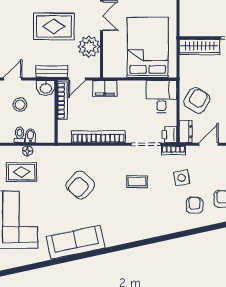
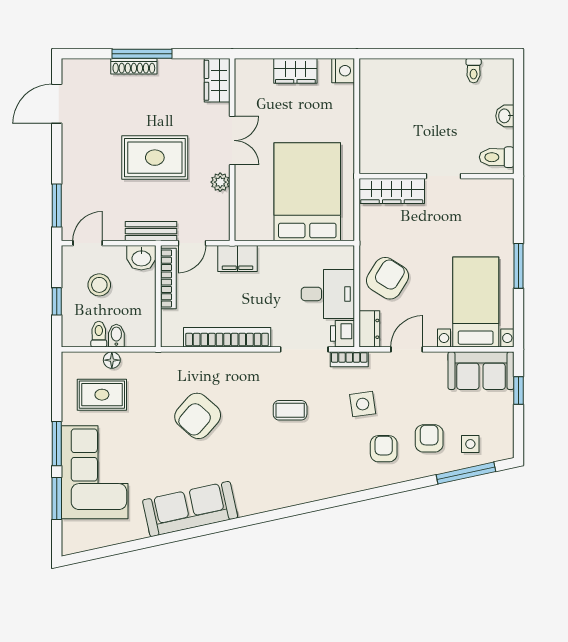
plant: (89, 47) -> (220, 182), width x0.53, depth x0.53
desk: (161, 97) -> (328, 294), moved, turned 90

